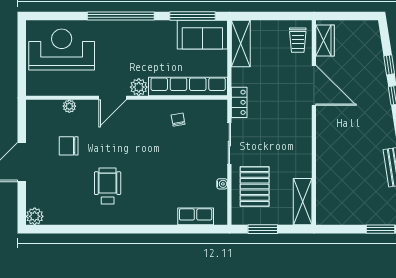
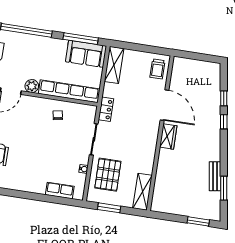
wardrobe: (325, 41) -> (168, 136), moved

